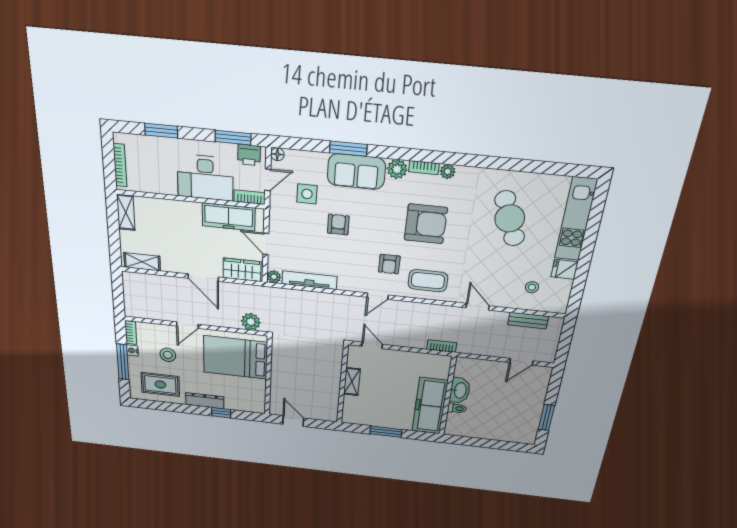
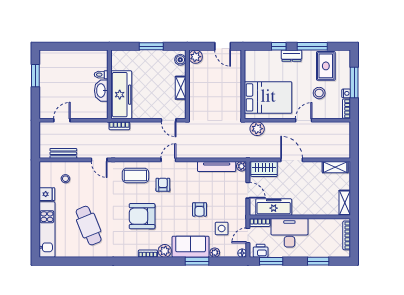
plant: (448, 172) -> (215, 253), moved
rug: (160, 384) -> (326, 66), turned 90
dresser: (205, 401) -> (292, 56), width x0.70
freezer: (430, 406) -> (121, 95), moved
window: (179, 408) -> (312, 46), added
boiler: (349, 413) -> (180, 60), added
plant: (329, 414) -> (196, 57), added

